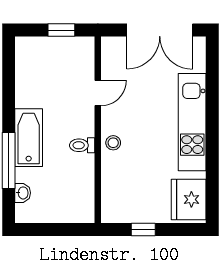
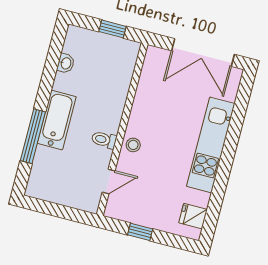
door: (98, 93) -> (109, 182), moved
washbasin: (23, 193) -> (66, 63), moved
fridge: (189, 199) -> (193, 216), width x0.53, depth x0.75

